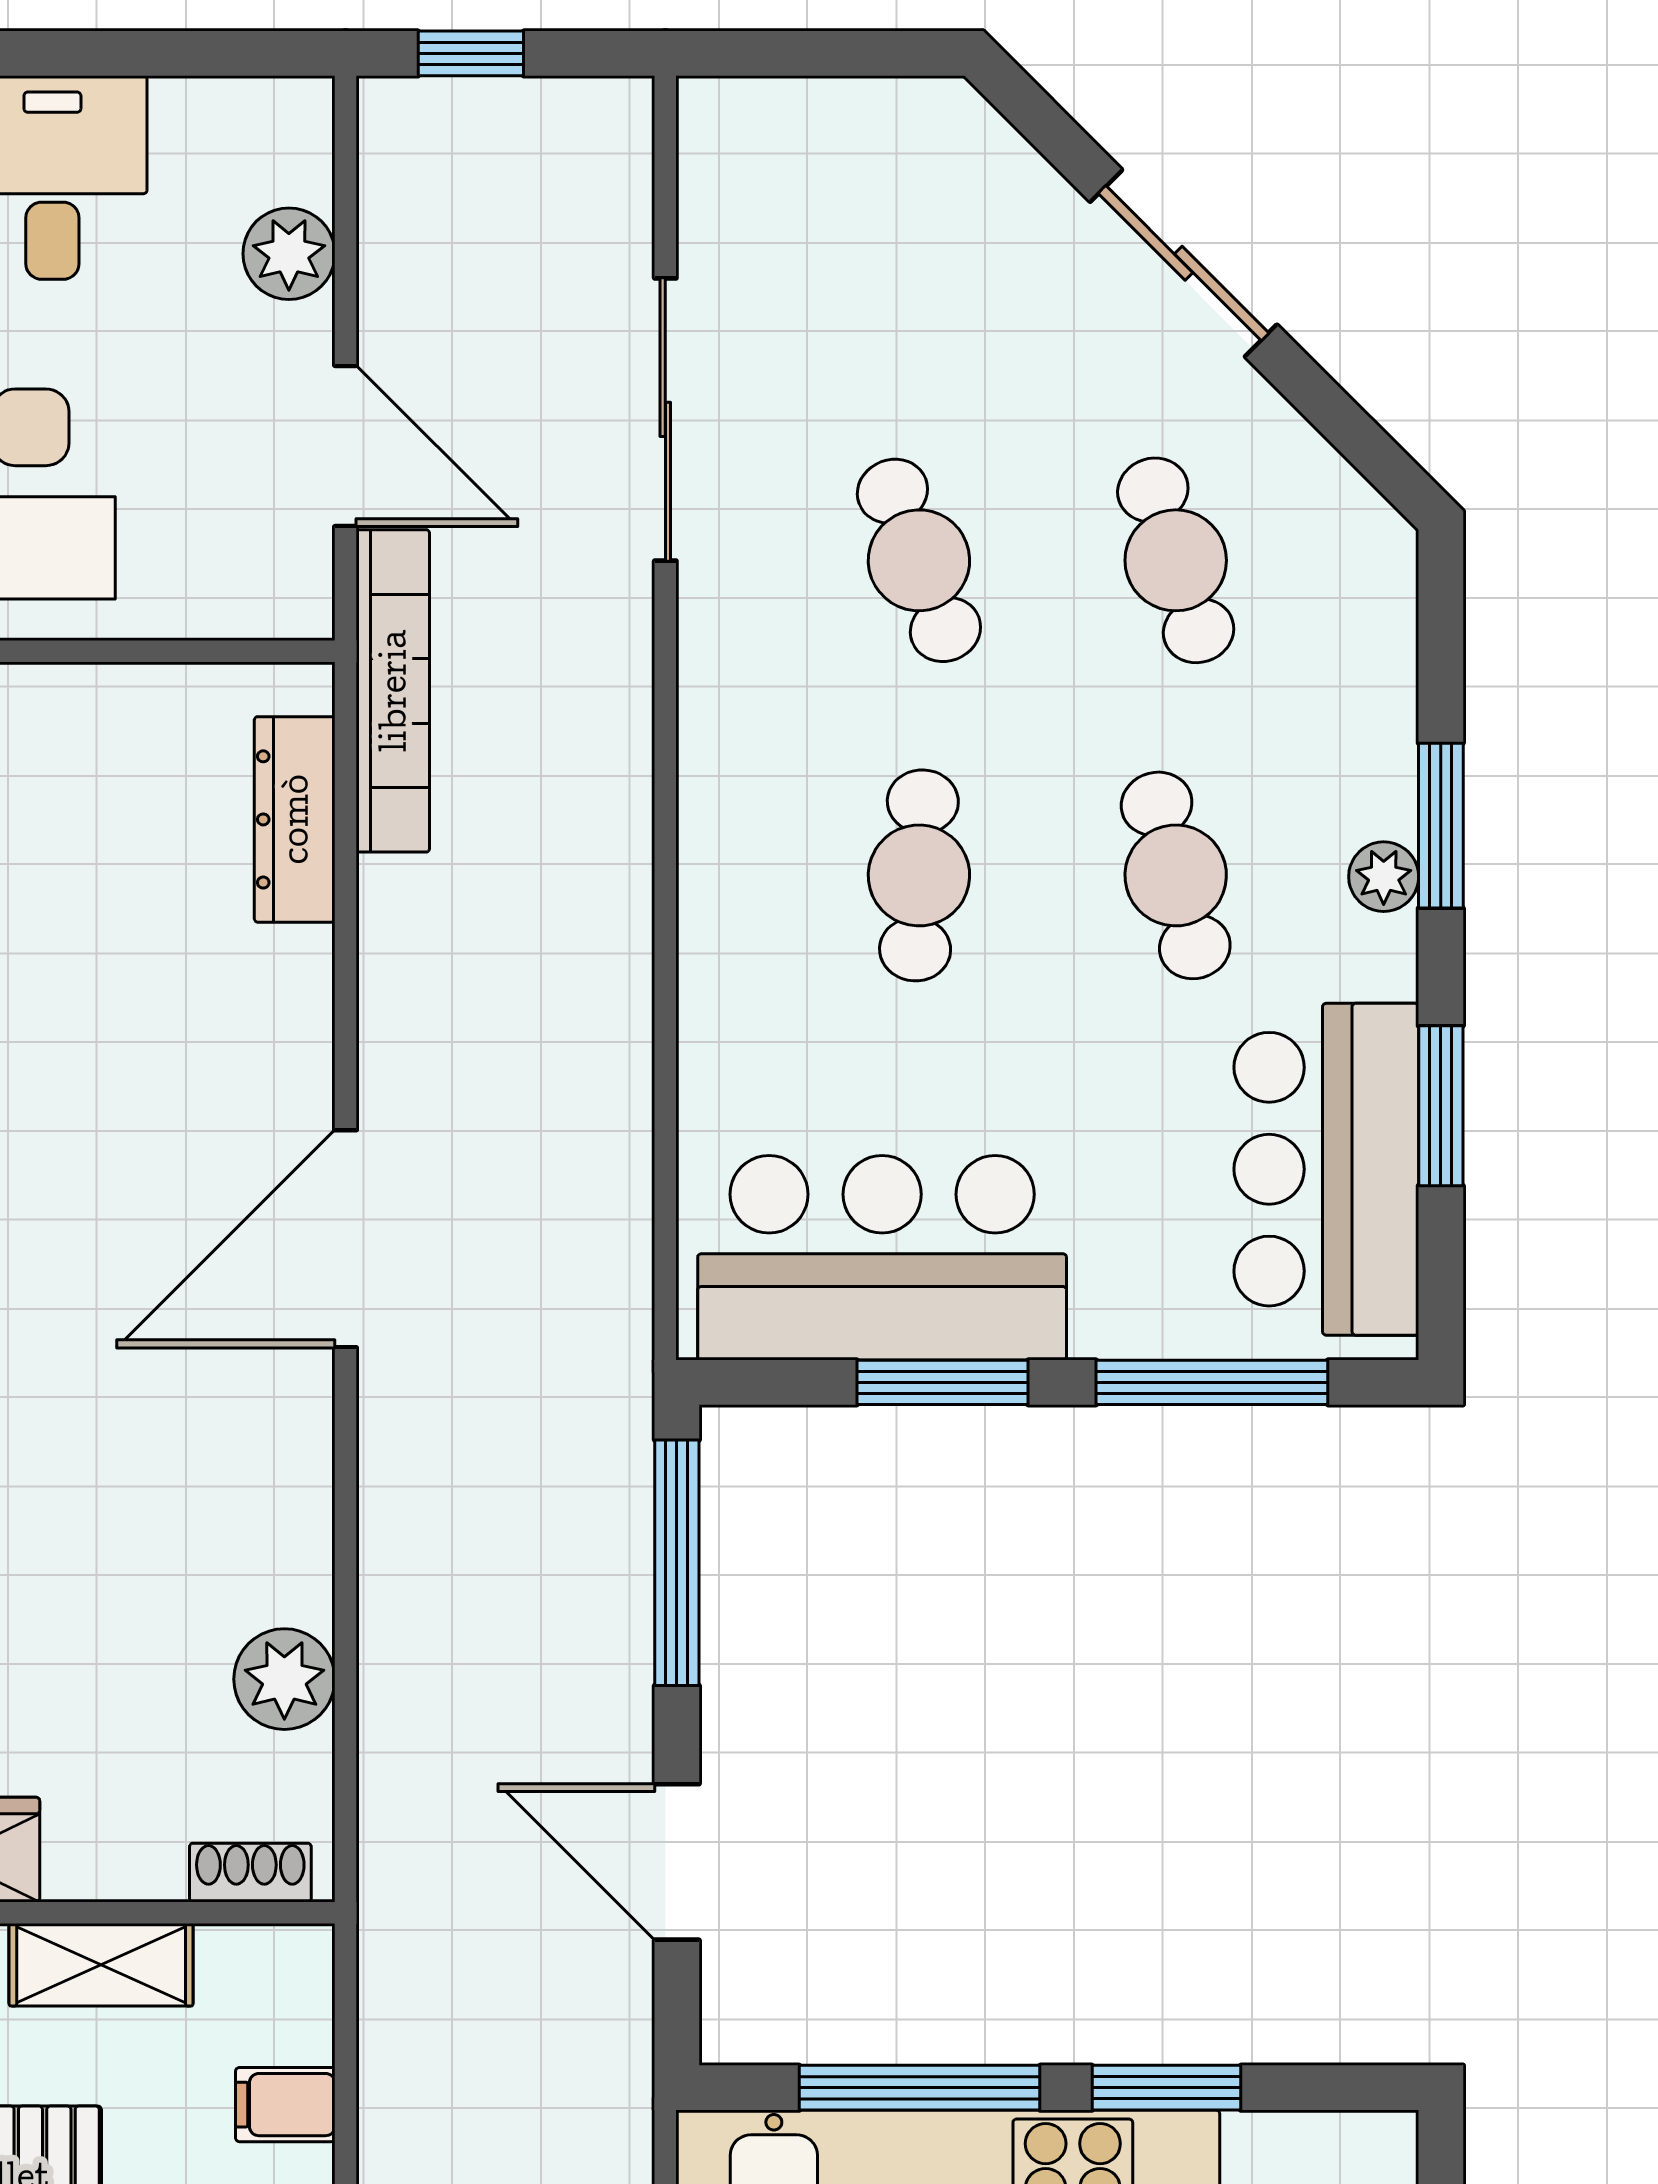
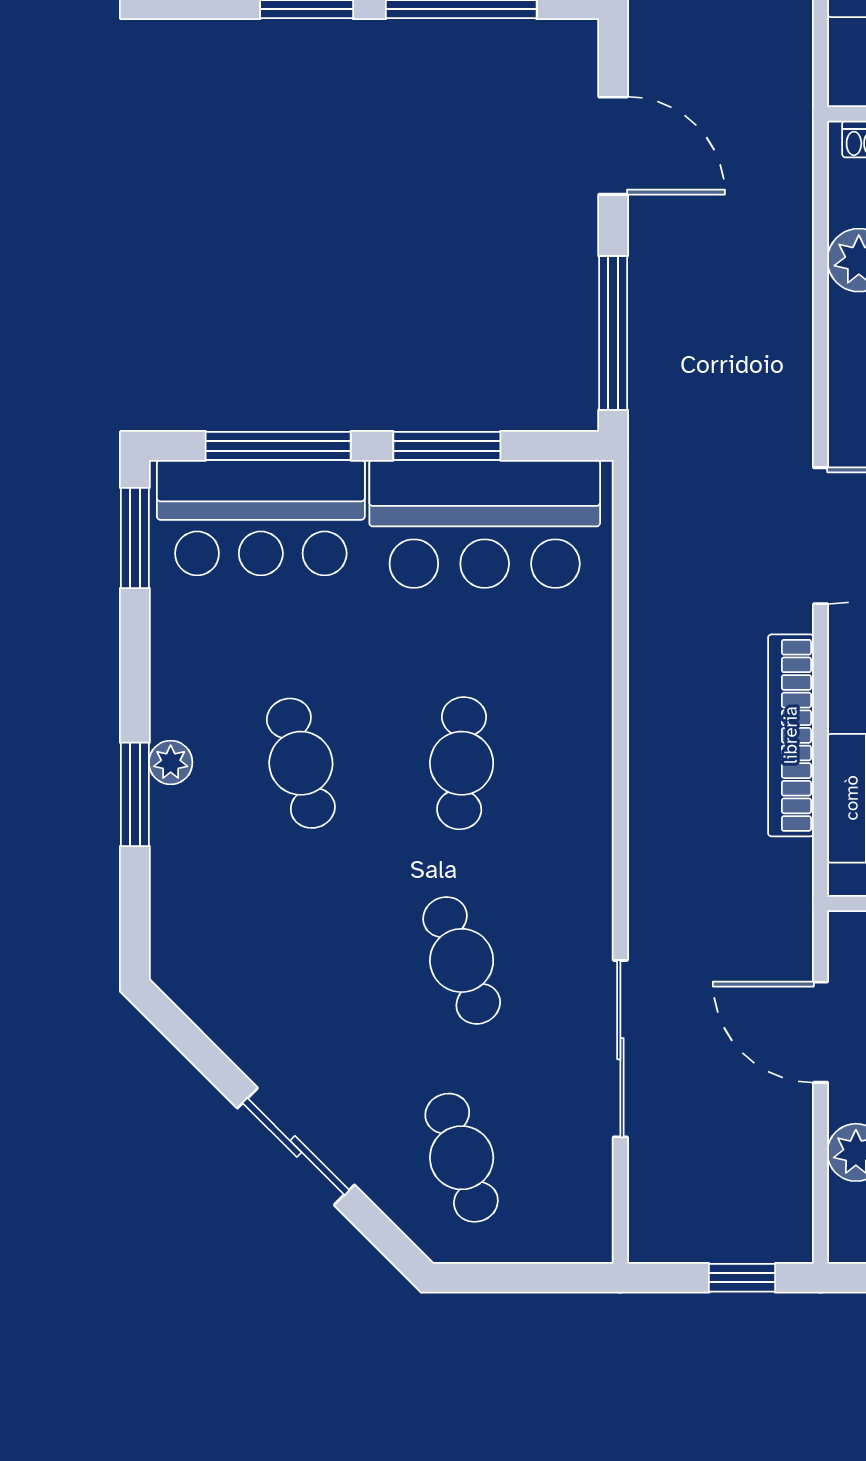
cafe table: (1176, 560) -> (462, 1158), moved
bookcase: (393, 691) -> (791, 735), moved
window: (1441, 1106) -> (135, 538), moved
bar counter: (1326, 1169) -> (261, 518), moved, turned 90

